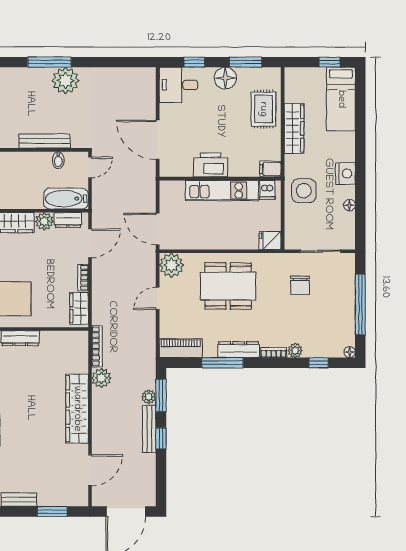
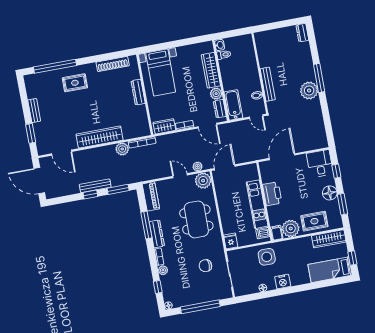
wardrobe: (294, 128) -> (329, 239), moved
plant: (268, 147) -> (291, 228), added
plant: (149, 397) -> (198, 167), moved

